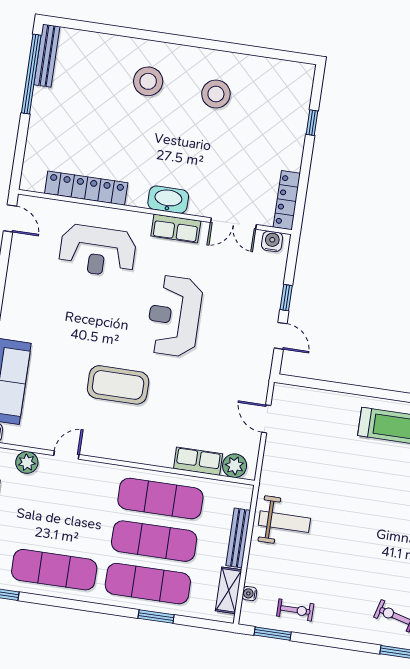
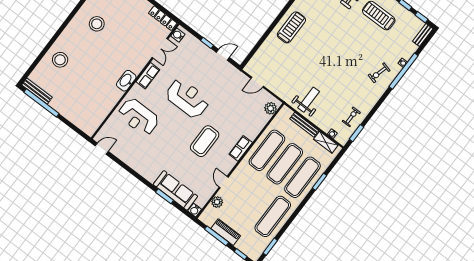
stool: (148, 81) -> (60, 60), moved
locker: (86, 188) -> (107, 106), removed
washbasin: (168, 200) -> (126, 81), moved
reception desk: (98, 251) -> (138, 117), turned 90
reception desk: (174, 316) -> (187, 98), turned 180
row of seats: (198, 461) -> (241, 148), moved

